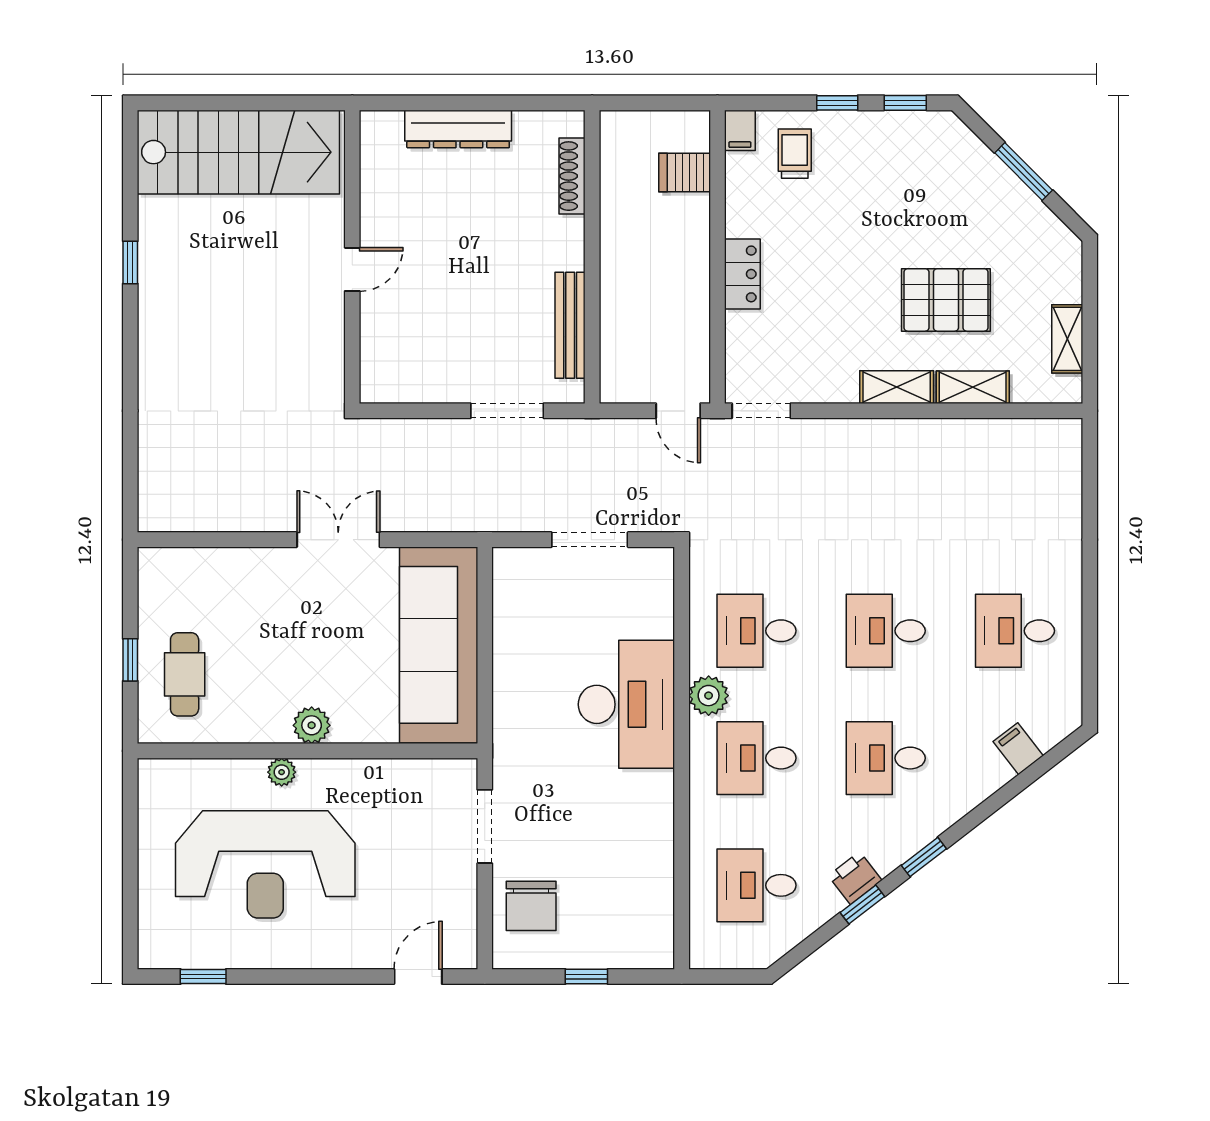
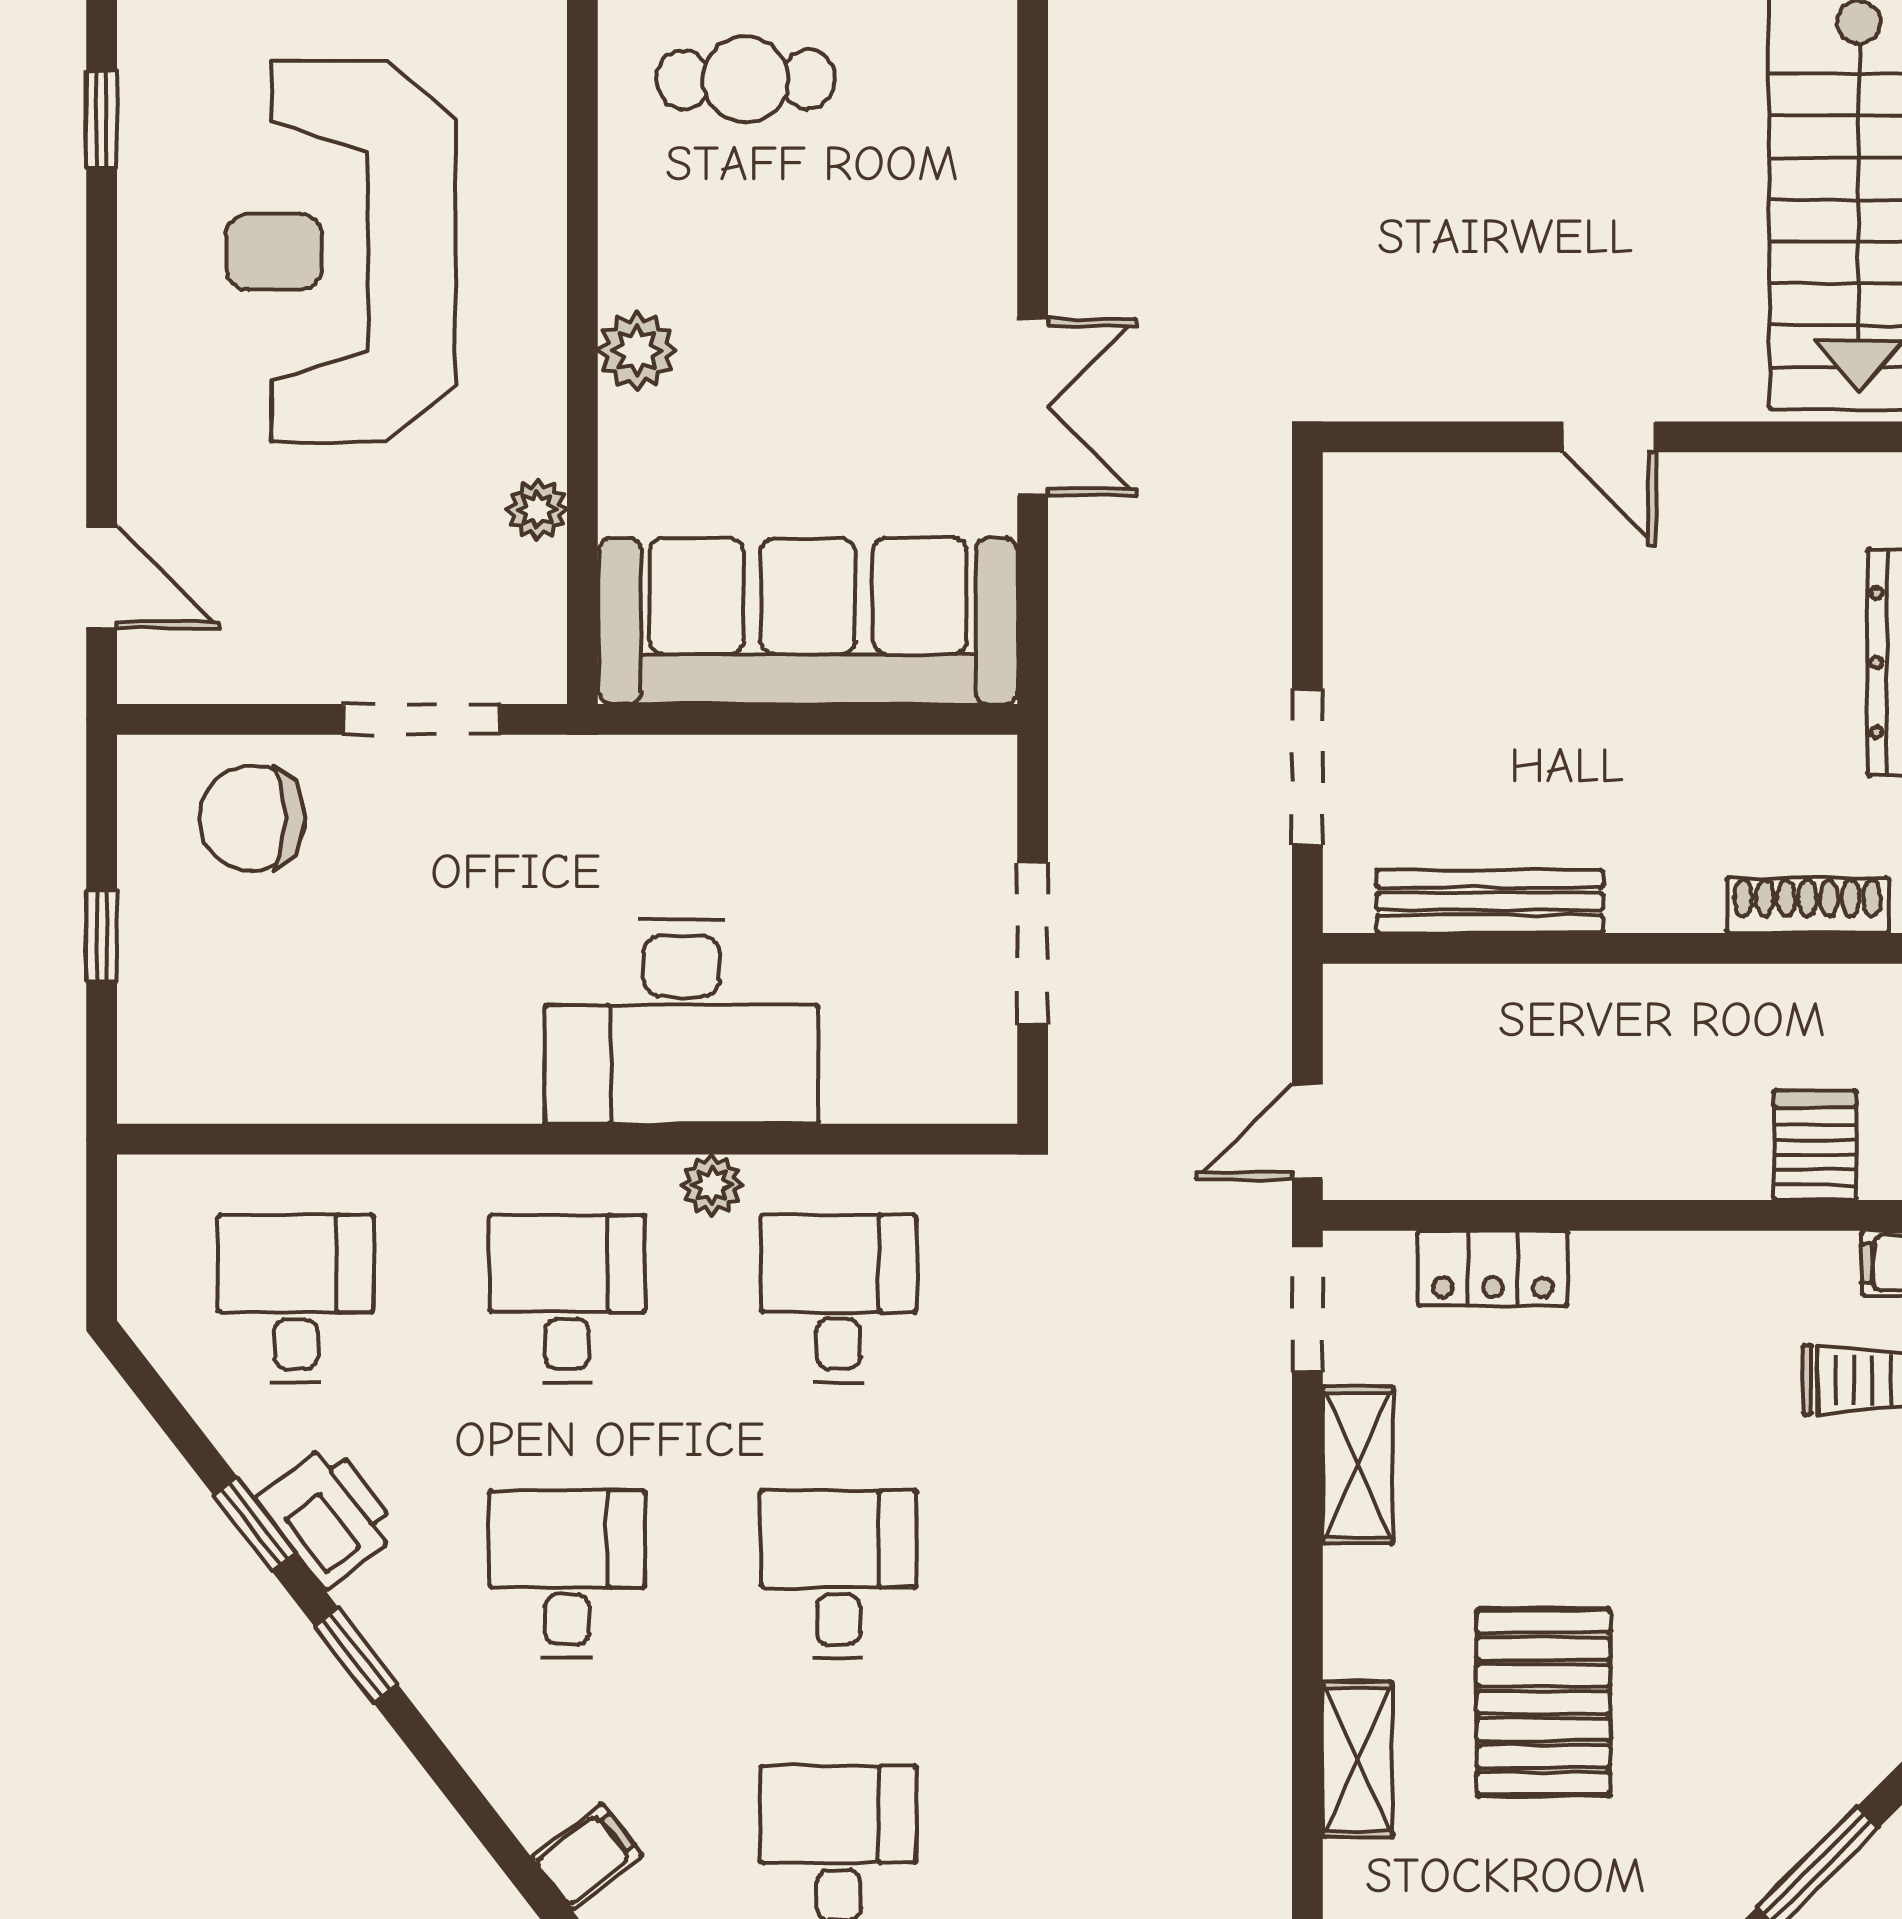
locker: (742, 274) -> (1493, 1268), moved
shelving: (897, 387) -> (1358, 1465), moved
plant: (709, 696) -> (712, 1185), width x0.73, depth x0.73
plant: (282, 772) -> (537, 509), moved
printer: (855, 878) -> (328, 1515), width x1.36, depth x1.24

